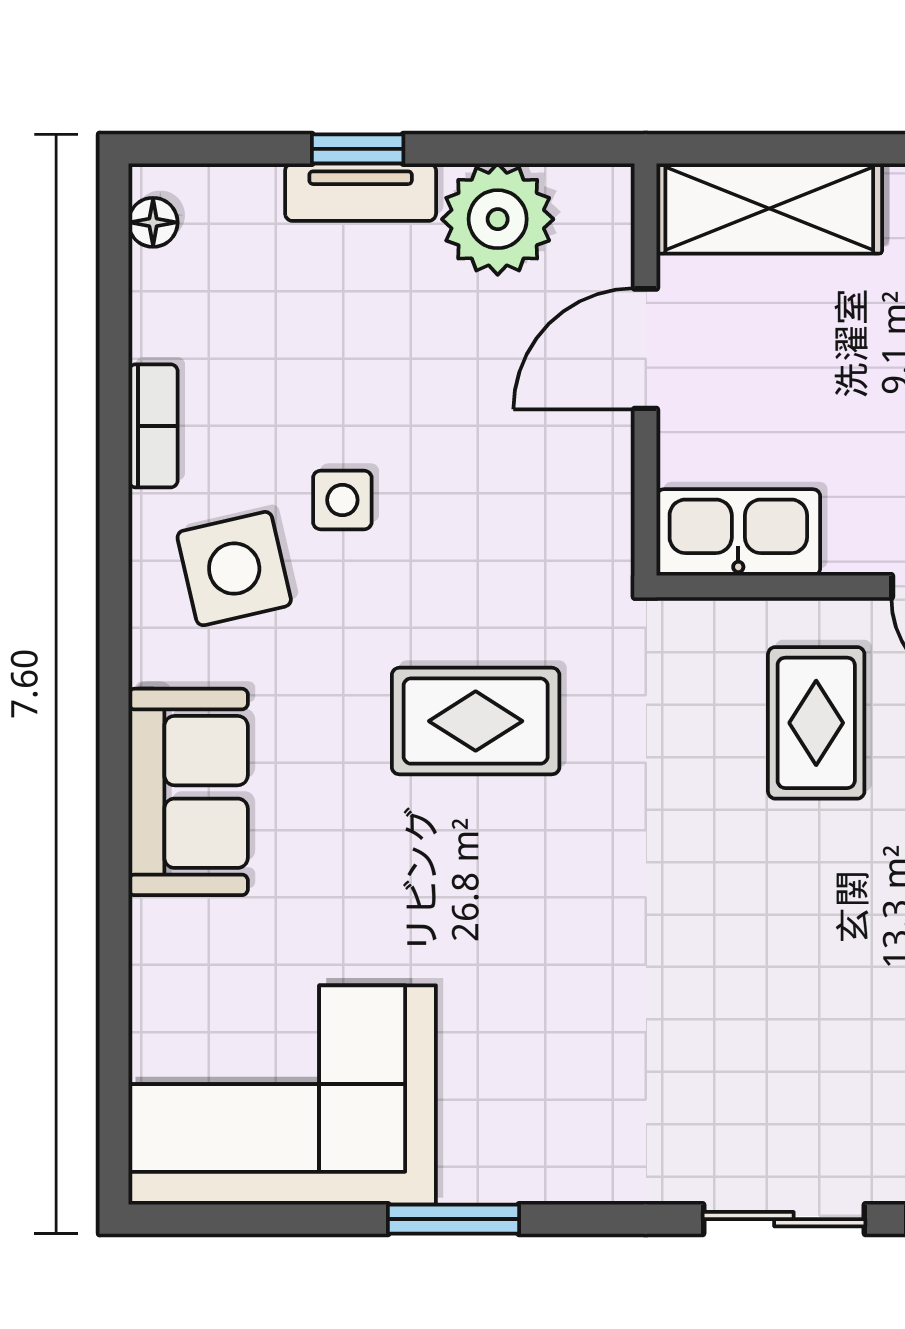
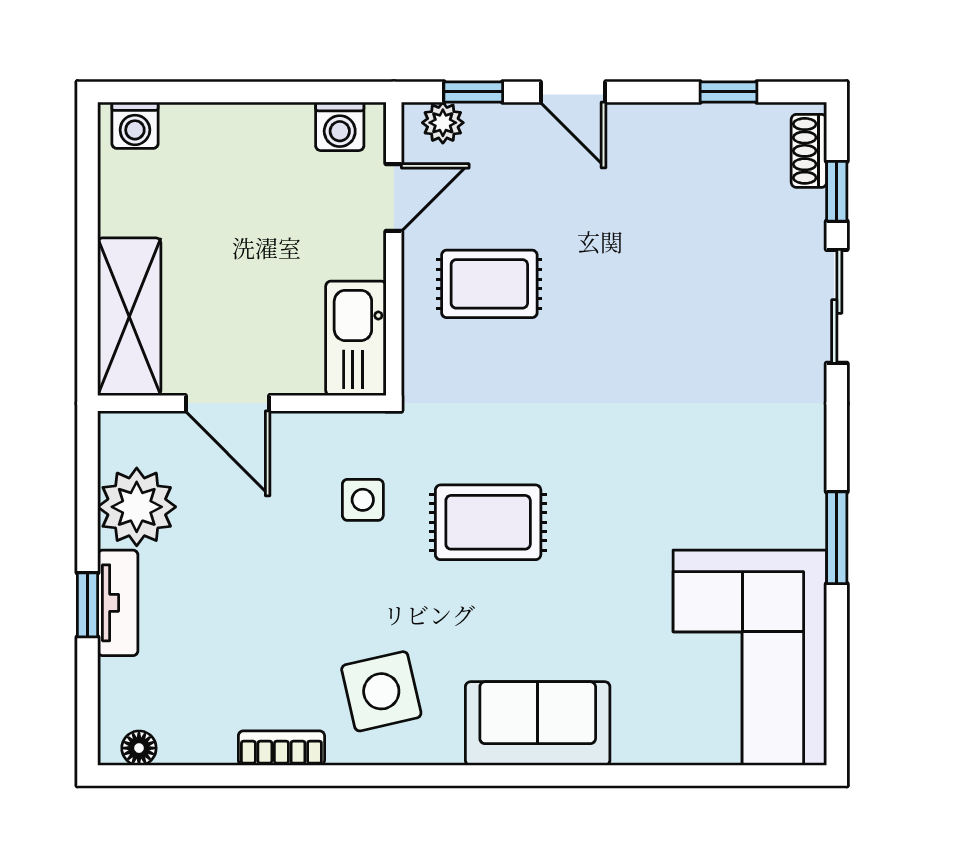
side table: (342, 500) -> (363, 500), moved
rug: (476, 721) -> (488, 522), turned 90

